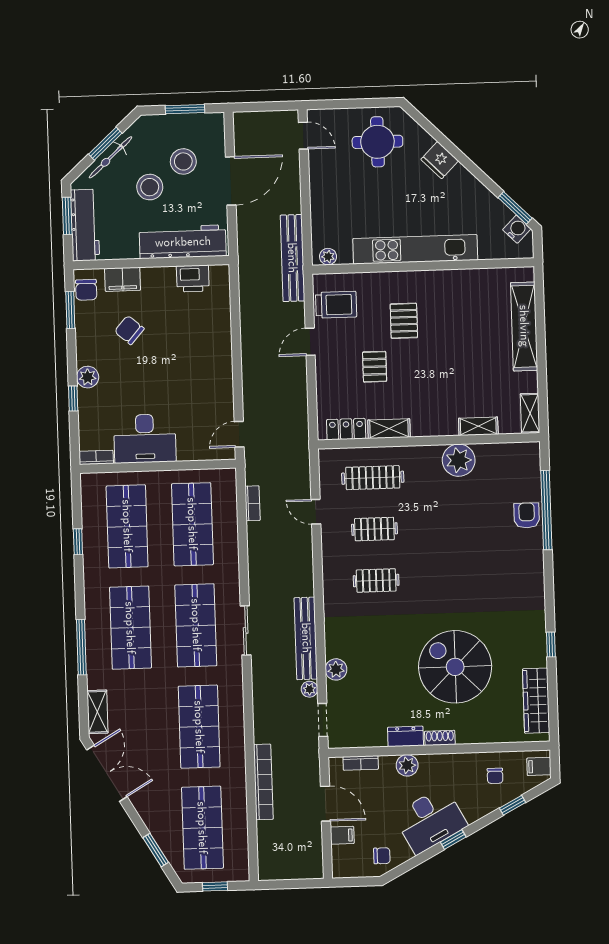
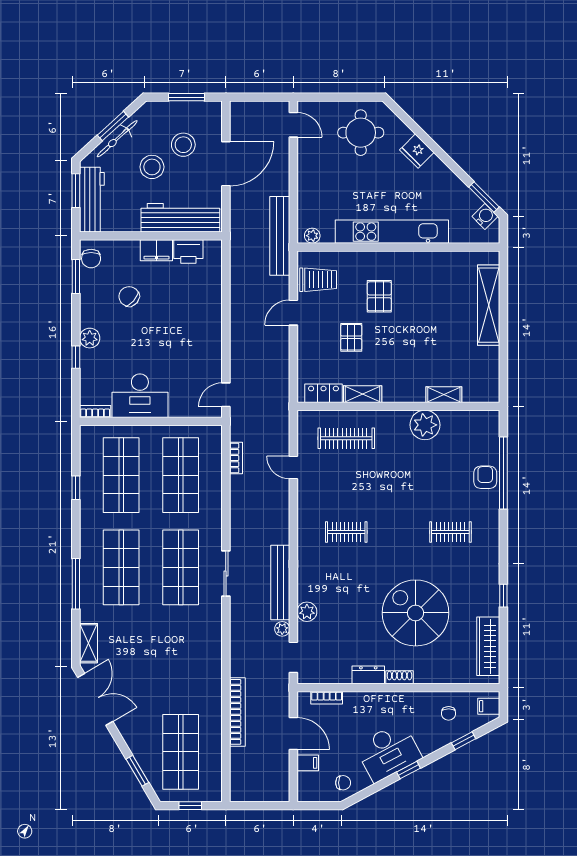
filing cabinet: (123, 279) -> (156, 250), moved
shelving: (530, 413) -> (491, 384), removed
clothes rail: (374, 529) -> (450, 532), moved
shop shelf: (199, 727) -> (181, 660), removed
plant: (407, 765) -> (369, 701), removed

